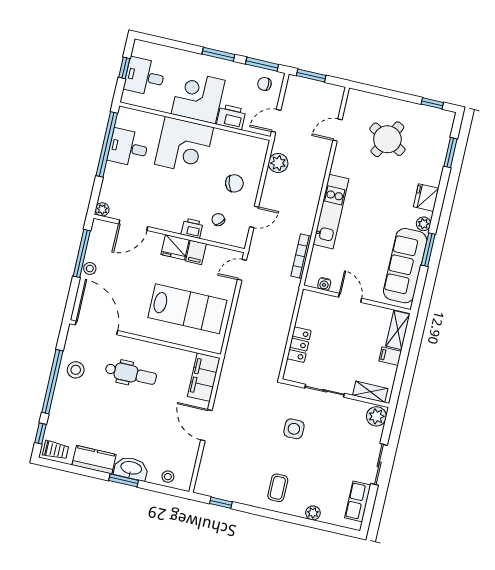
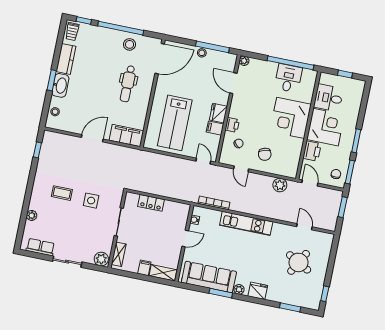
desk: (145, 77) -> (328, 98), moved, turned -90
coffee table: (278, 488) -> (62, 193), moved

